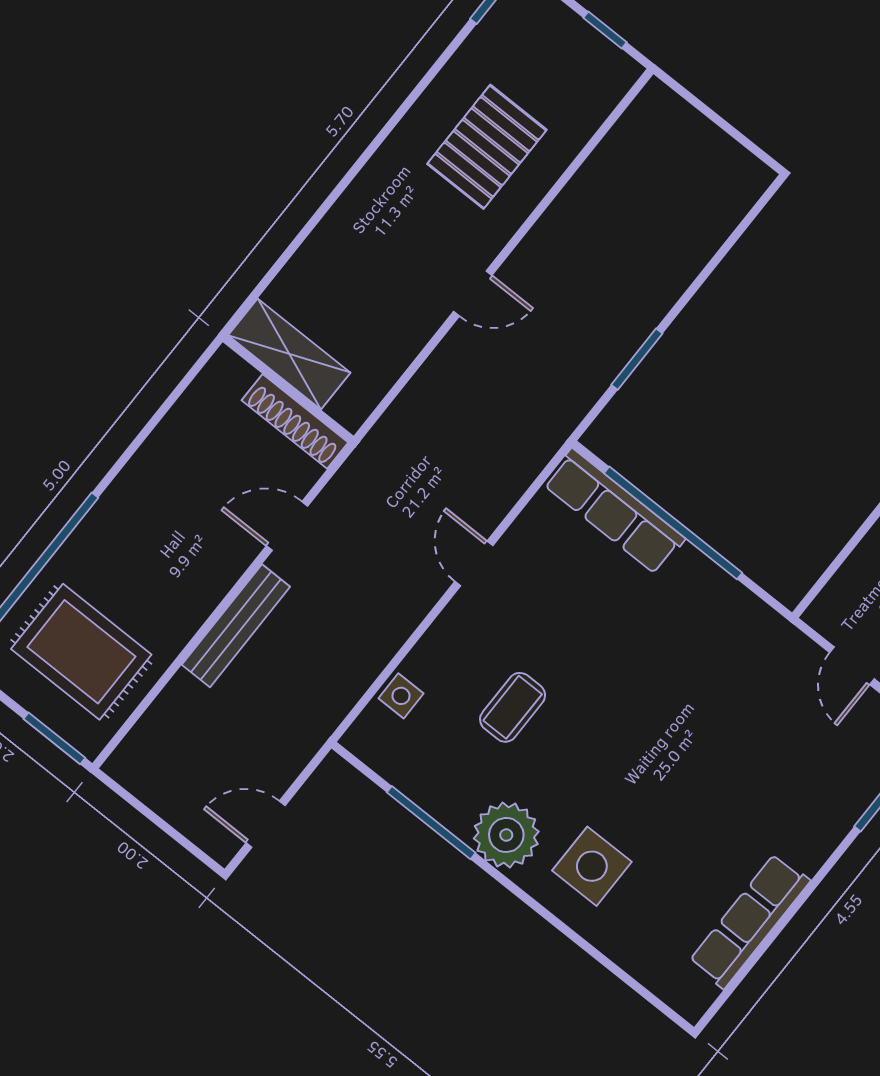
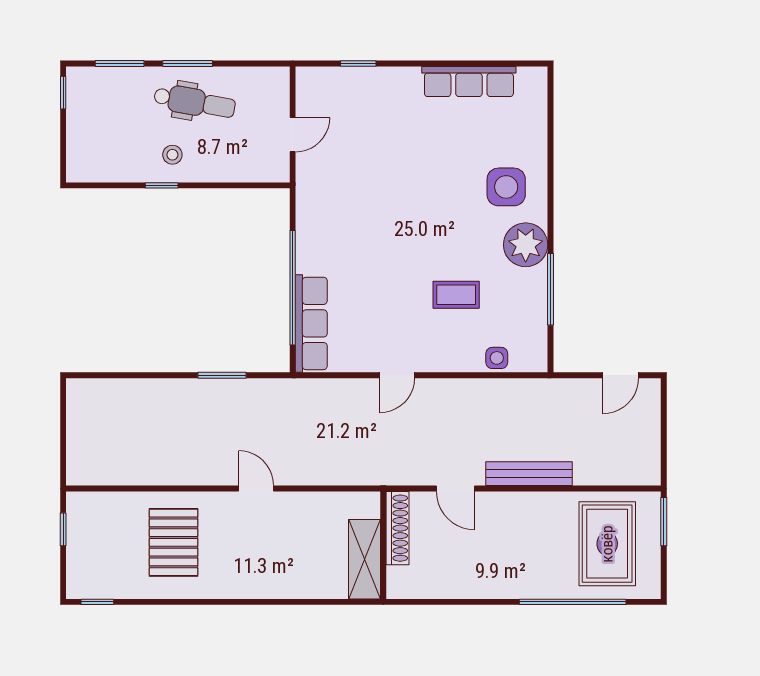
pallet: (487, 147) -> (174, 542), turned 90
door: (266, 824) -> (621, 375), hinge flipped

